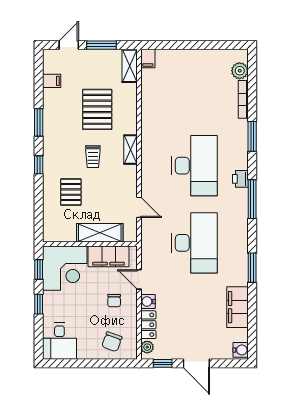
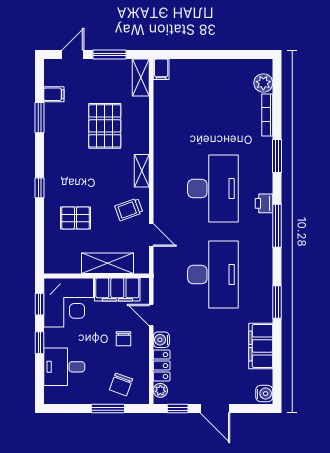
window: (39, 122) -> (39, 118), moved
trolley: (93, 157) -> (129, 209), moved, turned 70
pallet: (71, 192) -> (75, 218), turned 90
desk: (59, 341) -> (64, 367), moved, turned 90
window: (100, 363) -> (108, 409), added

